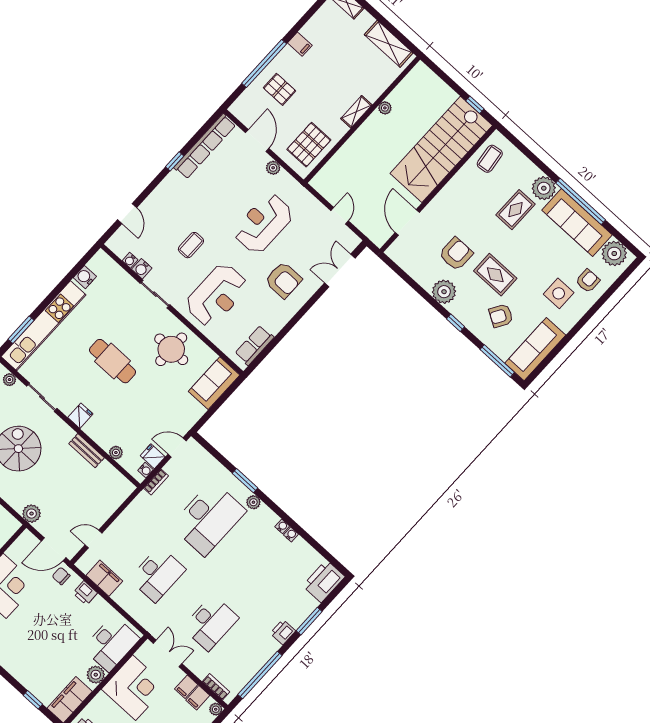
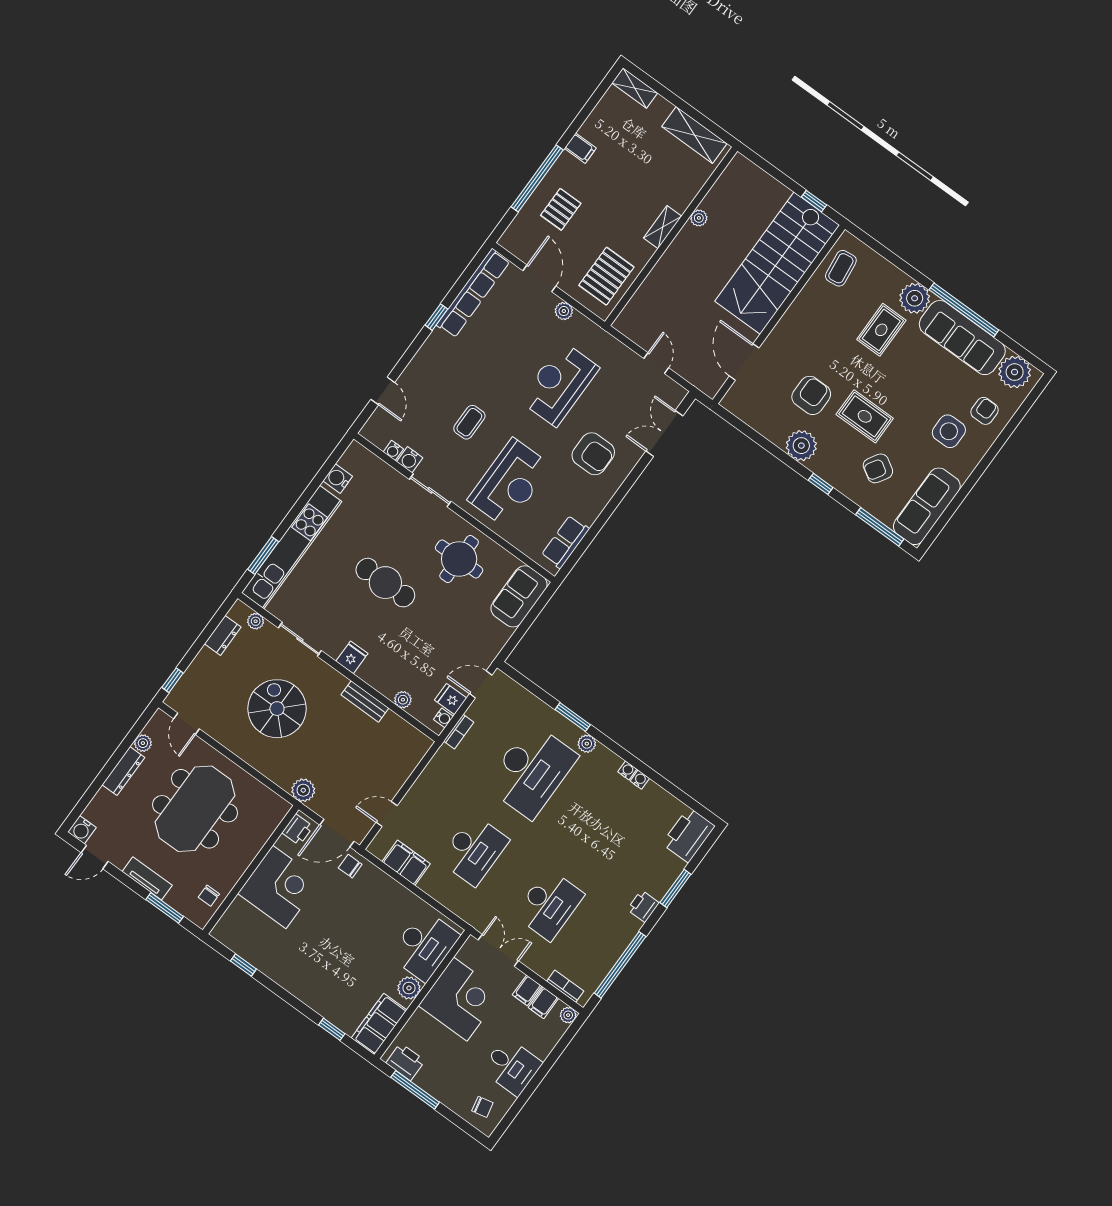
pallet: (280, 89) -> (561, 209), turned 90
printer: (85, 593) -> (298, 829), moved, turned -90

